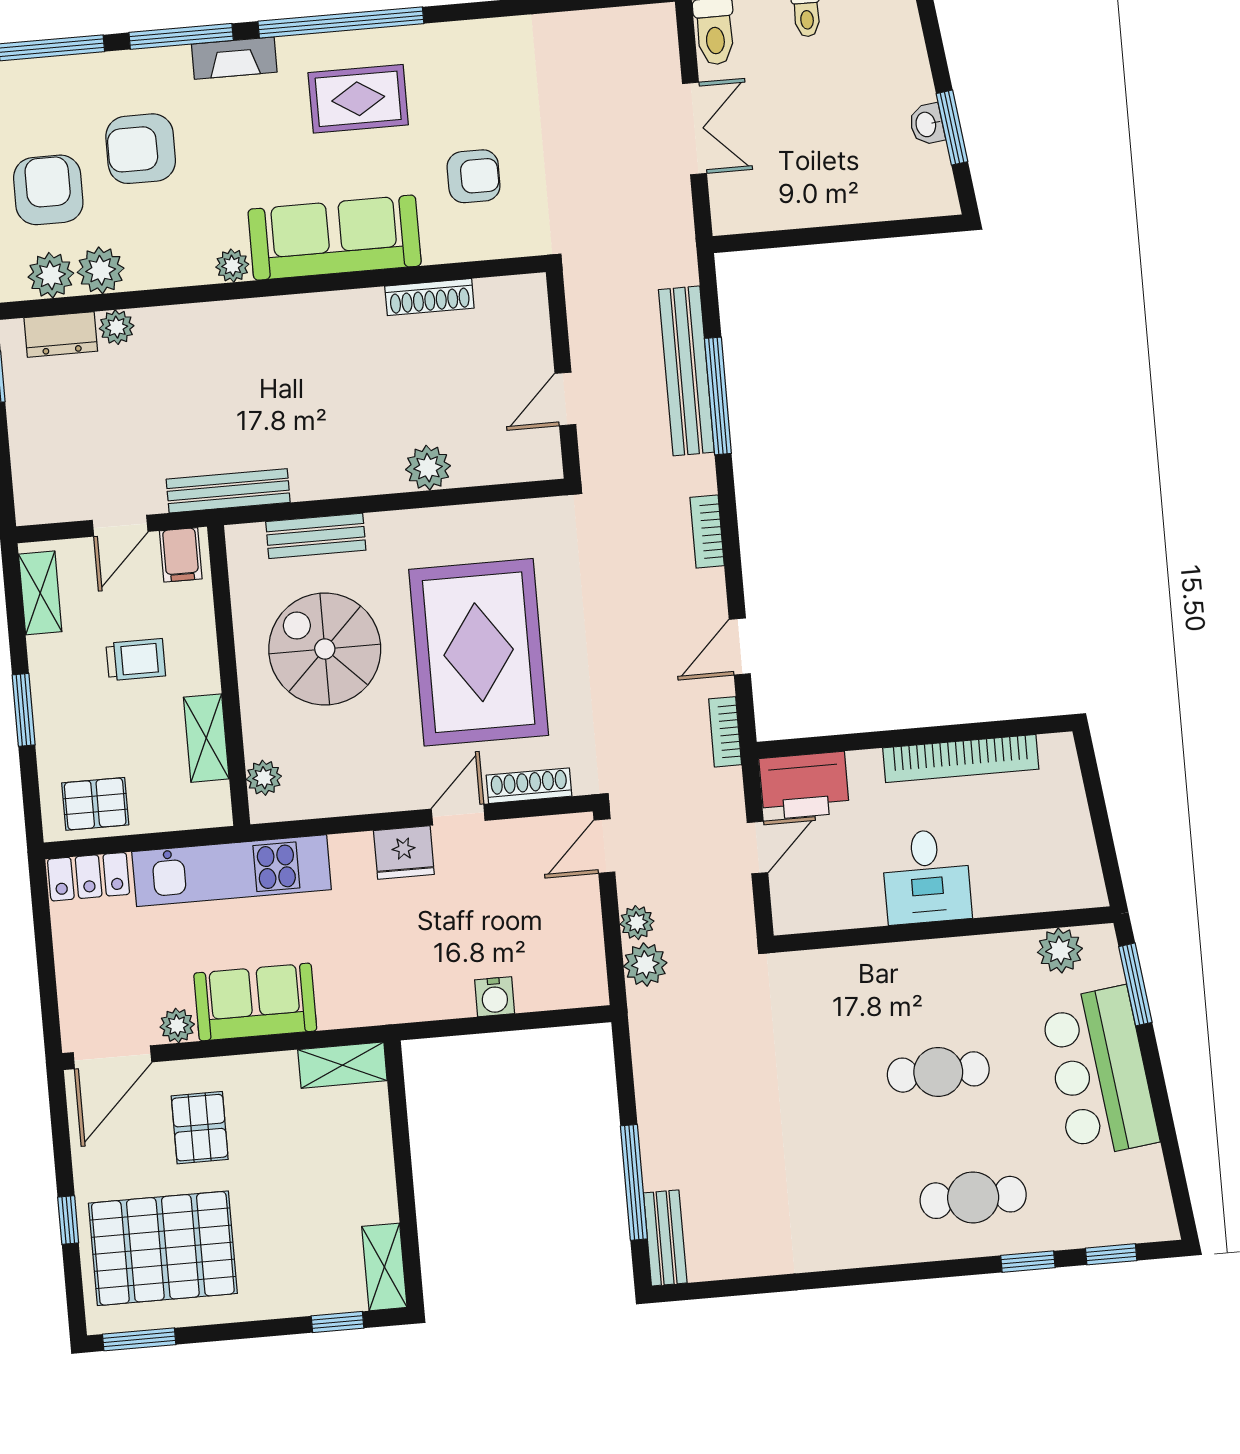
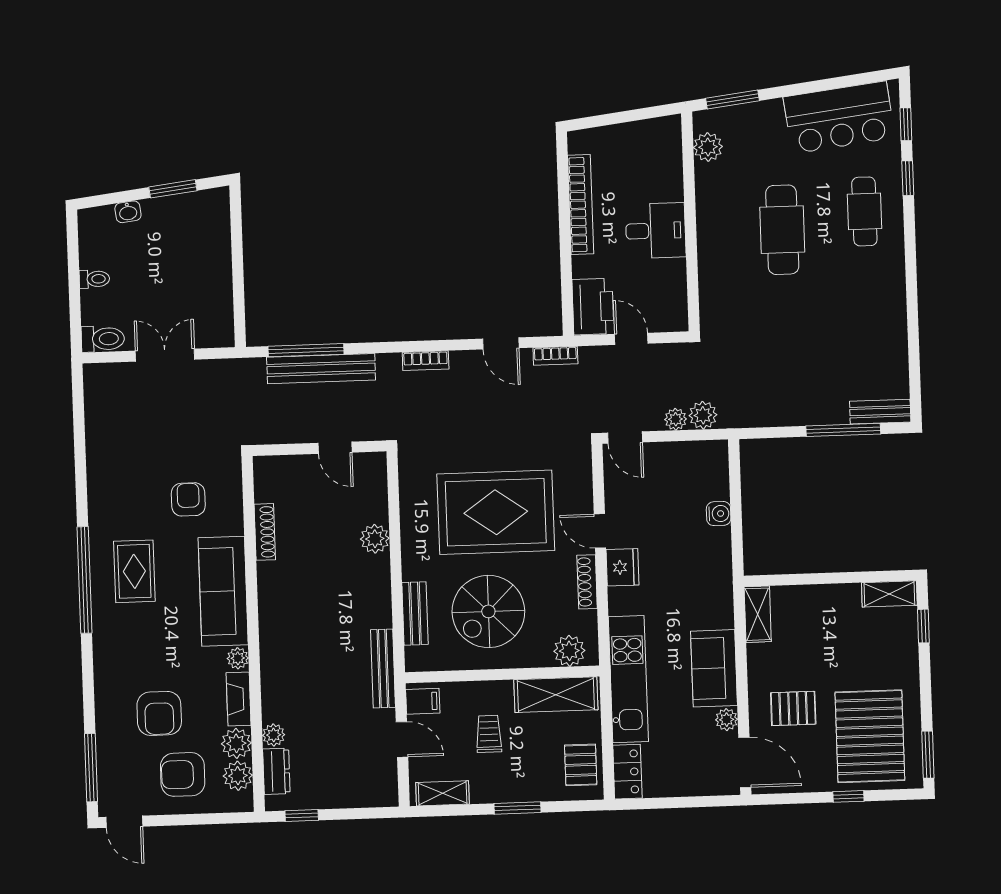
window: (181, 36) -> (88, 683), removed
fireplace: (234, 58) -> (239, 699), moved, turned 180
washbasin: (927, 124) -> (128, 212), moved
window: (718, 396) -> (306, 350), moved
shelving: (206, 738) -> (556, 695), width x1.50, depth x1.33
plant: (264, 778) -> (569, 651), width x1.38, depth x1.38
shoe rack: (529, 786) -> (587, 582), moved
cafe table: (938, 1072) -> (782, 230), width x1.37, depth x1.35
bar counter: (1100, 1072) -> (839, 117), moved

